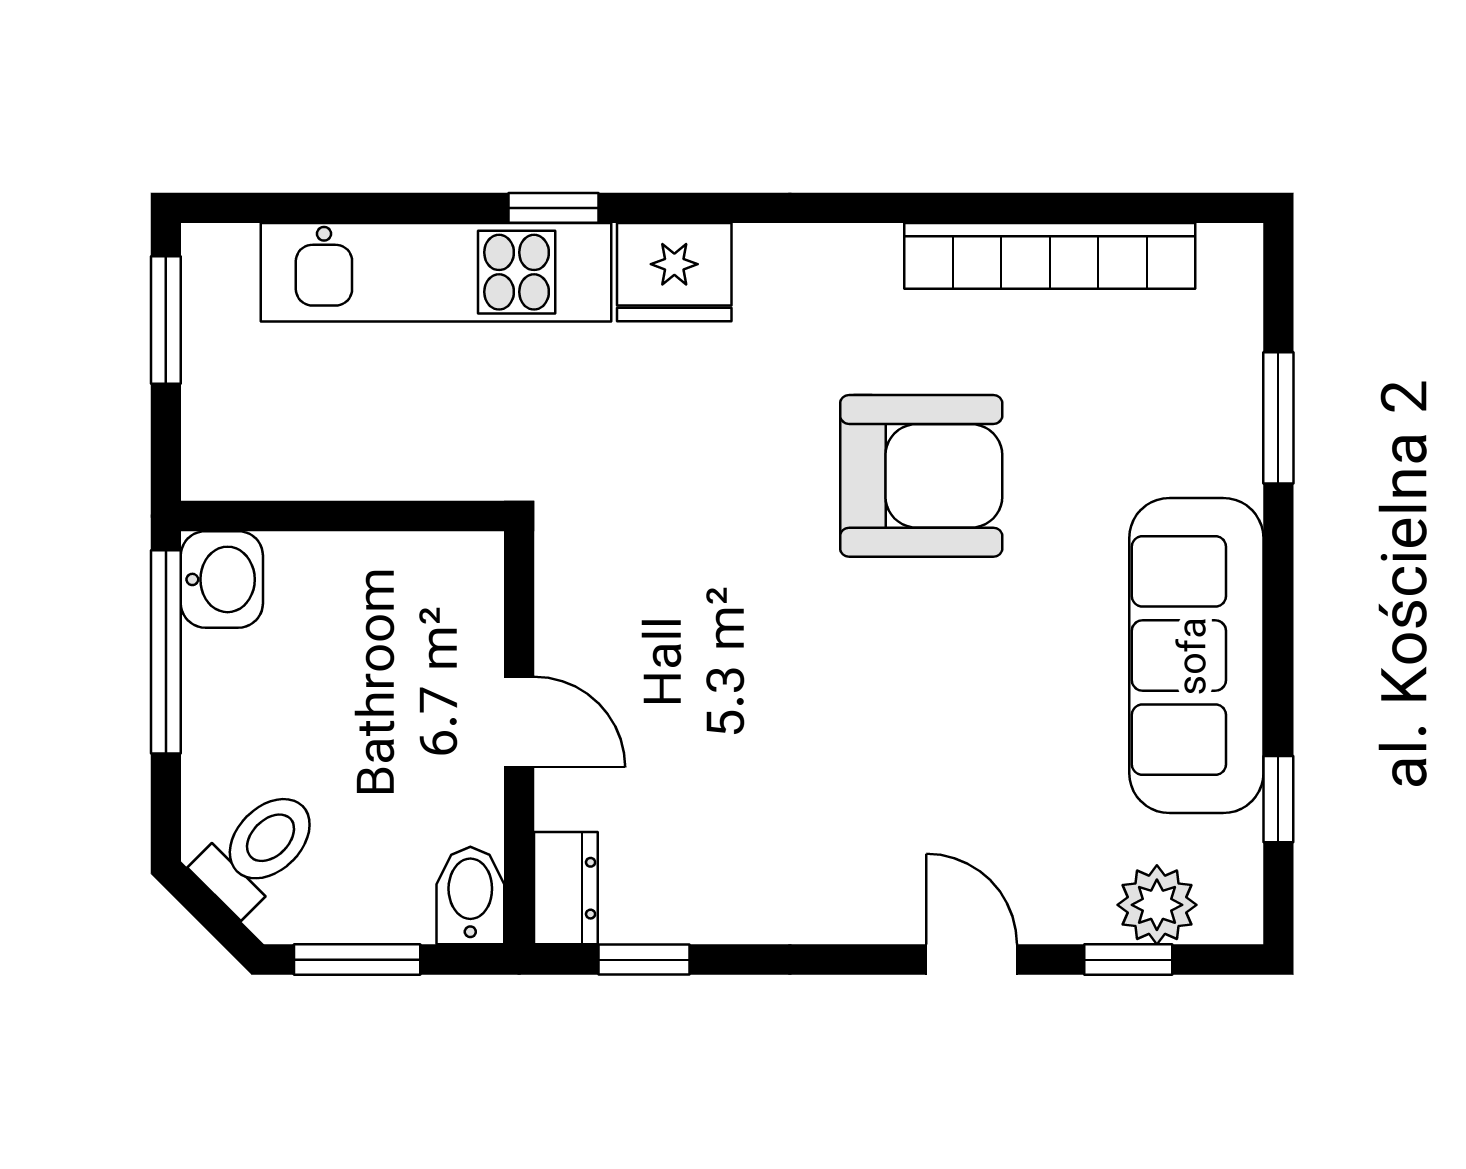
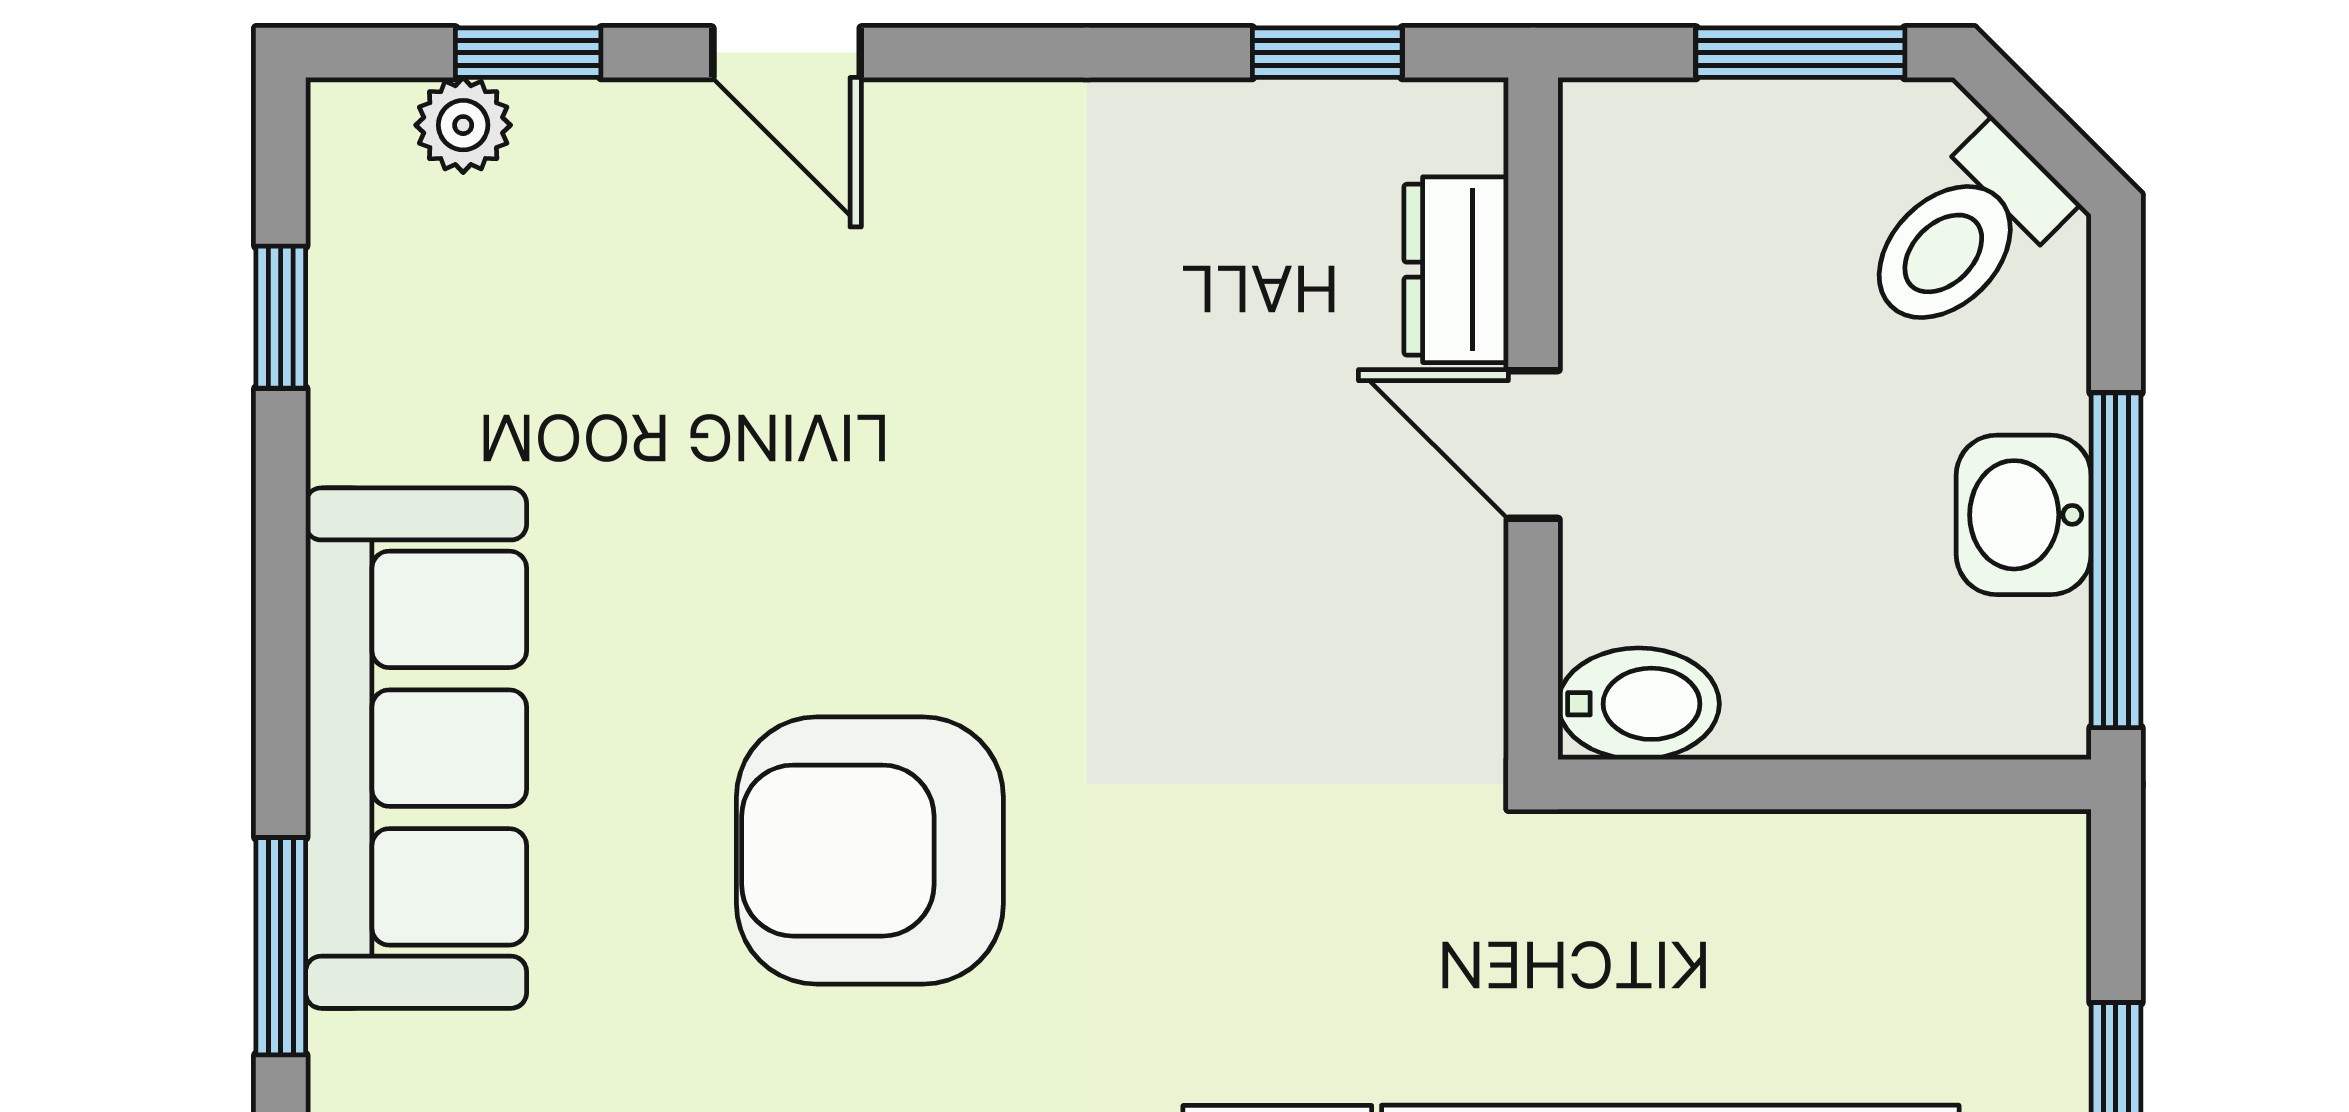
washbasin: (222, 579) -> (2024, 515), moved
sofa: (1196, 656) -> (416, 748), moved
dresser: (566, 888) -> (1456, 270), moved
bidet: (470, 896) -> (1639, 704), moved, turned -90
plant: (1157, 905) -> (463, 125), width x0.73, depth x0.73

